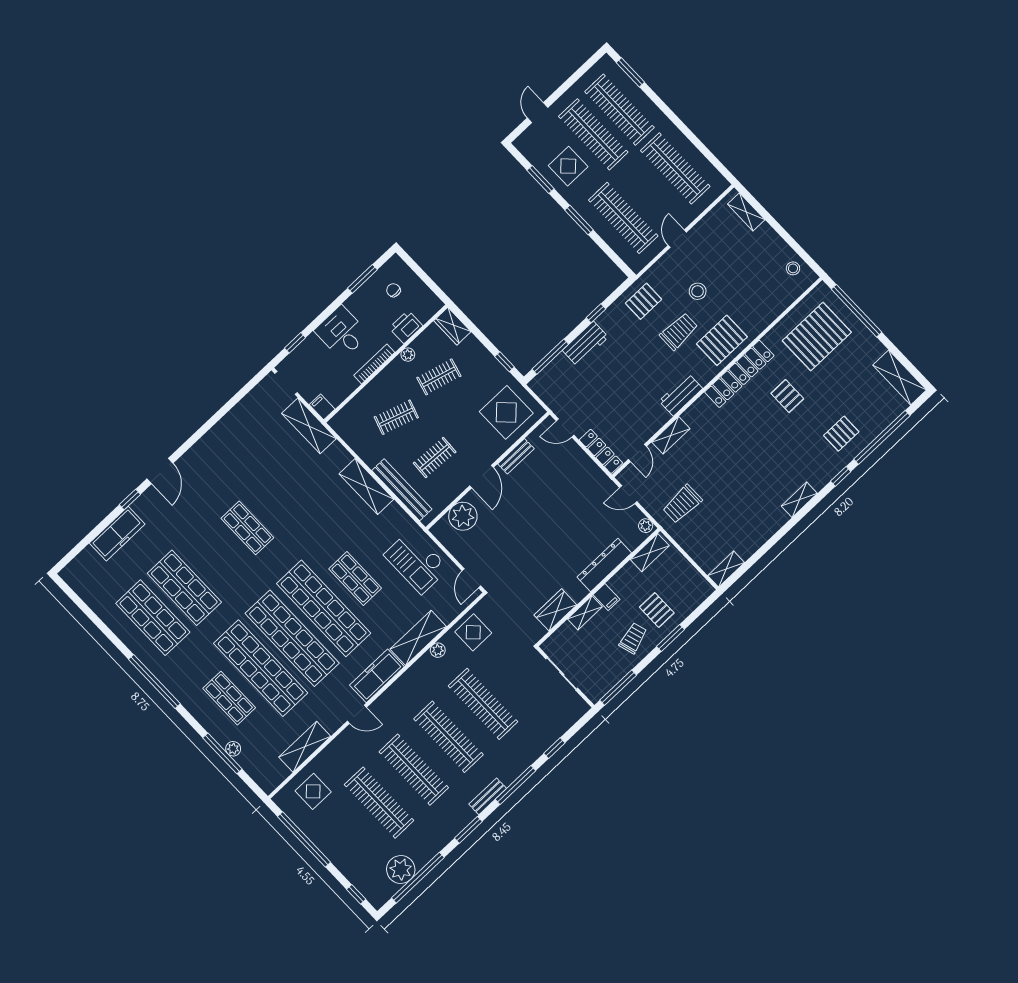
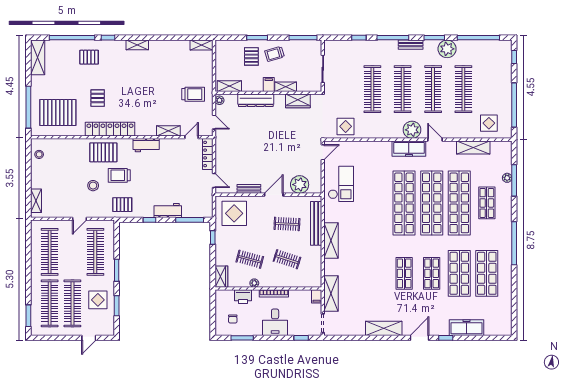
shop shelf: (355, 578) -> (432, 273), moved
shelving: (418, 638) -> (384, 328), moved
plant: (438, 650) -> (412, 130), moved, width x1.87, depth x1.87
plant: (401, 869) -> (447, 49), moved

